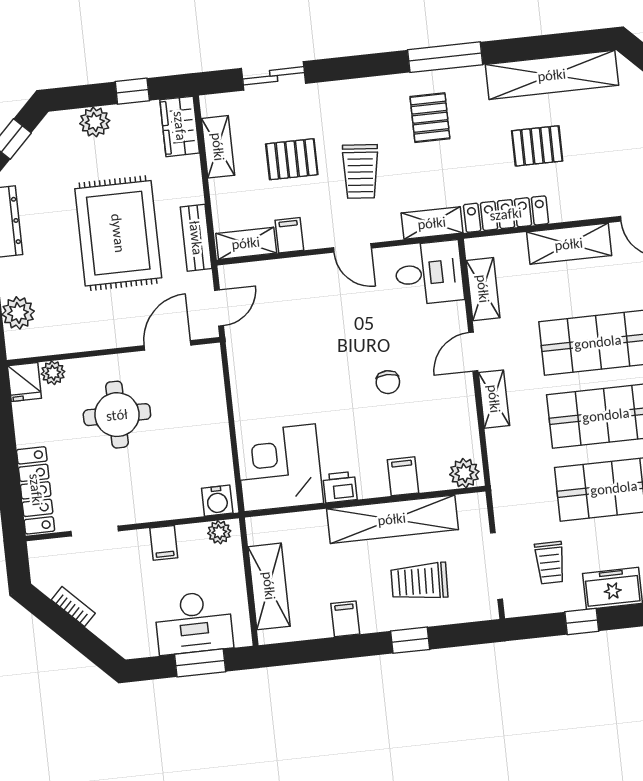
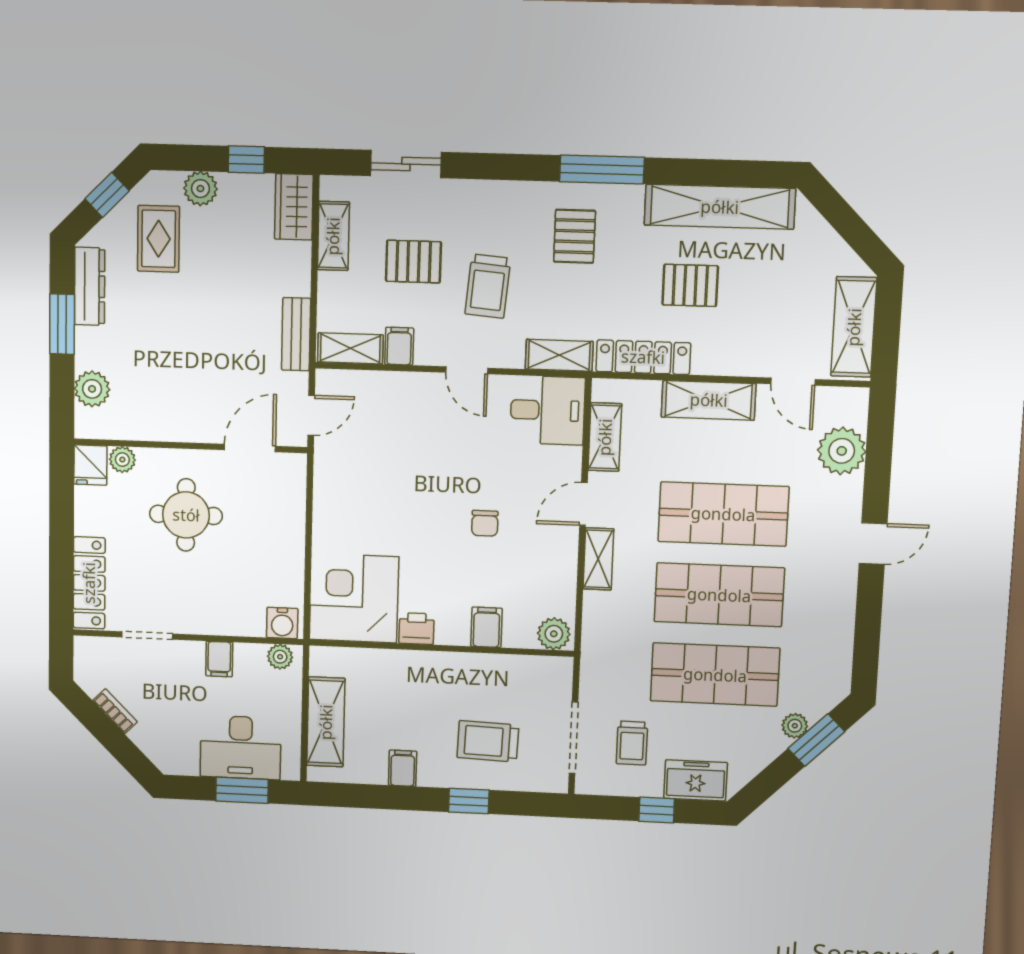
rug: (118, 233) -> (159, 239), moved, width x0.54, depth x0.49
shelving: (392, 519) -> (468, 671), removed

